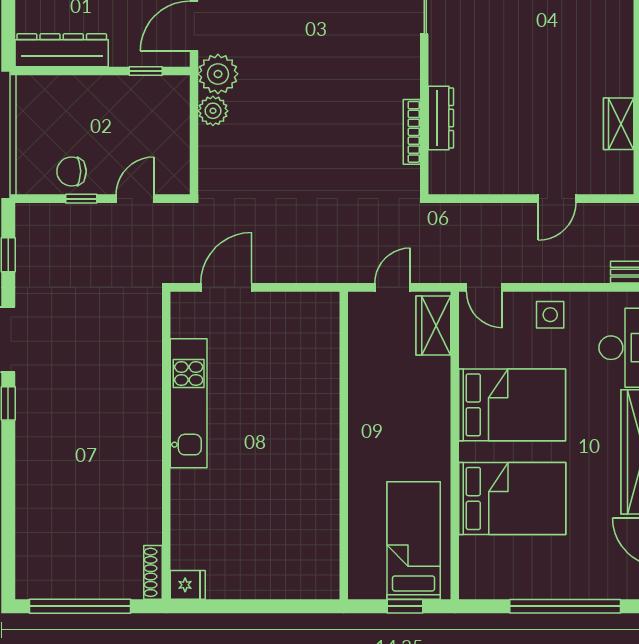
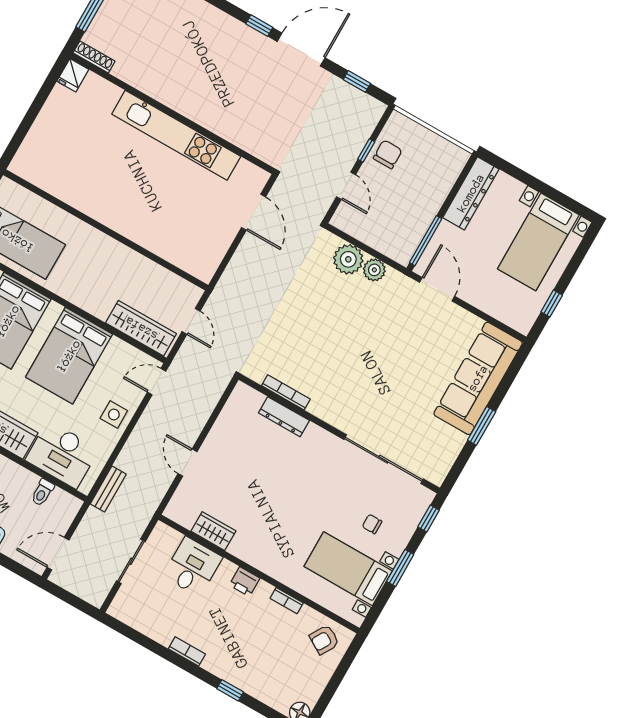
window: (146, 71) -> (426, 241), width x2.17
plant: (218, 74) -> (348, 259), moved
wardrobe: (433, 325) -> (141, 328), width x1.50
kitchen unit: (189, 403) -> (176, 135), width x1.36

